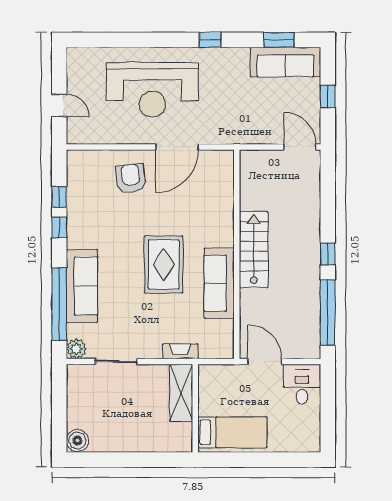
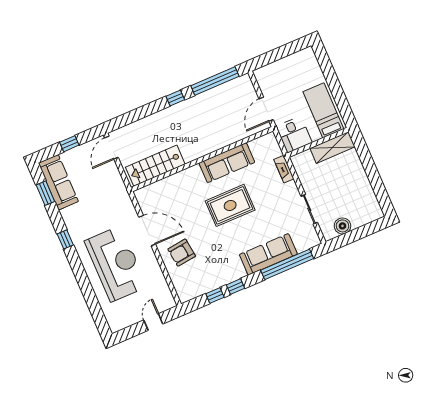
stairs: (254, 250) -> (155, 166), moved
plant: (76, 349) -> (312, 240), removed
desk: (302, 384) -> (294, 134), moved, turned -90
shelving: (181, 393) -> (332, 147), moved
boiler: (78, 441) -> (342, 226), moved

